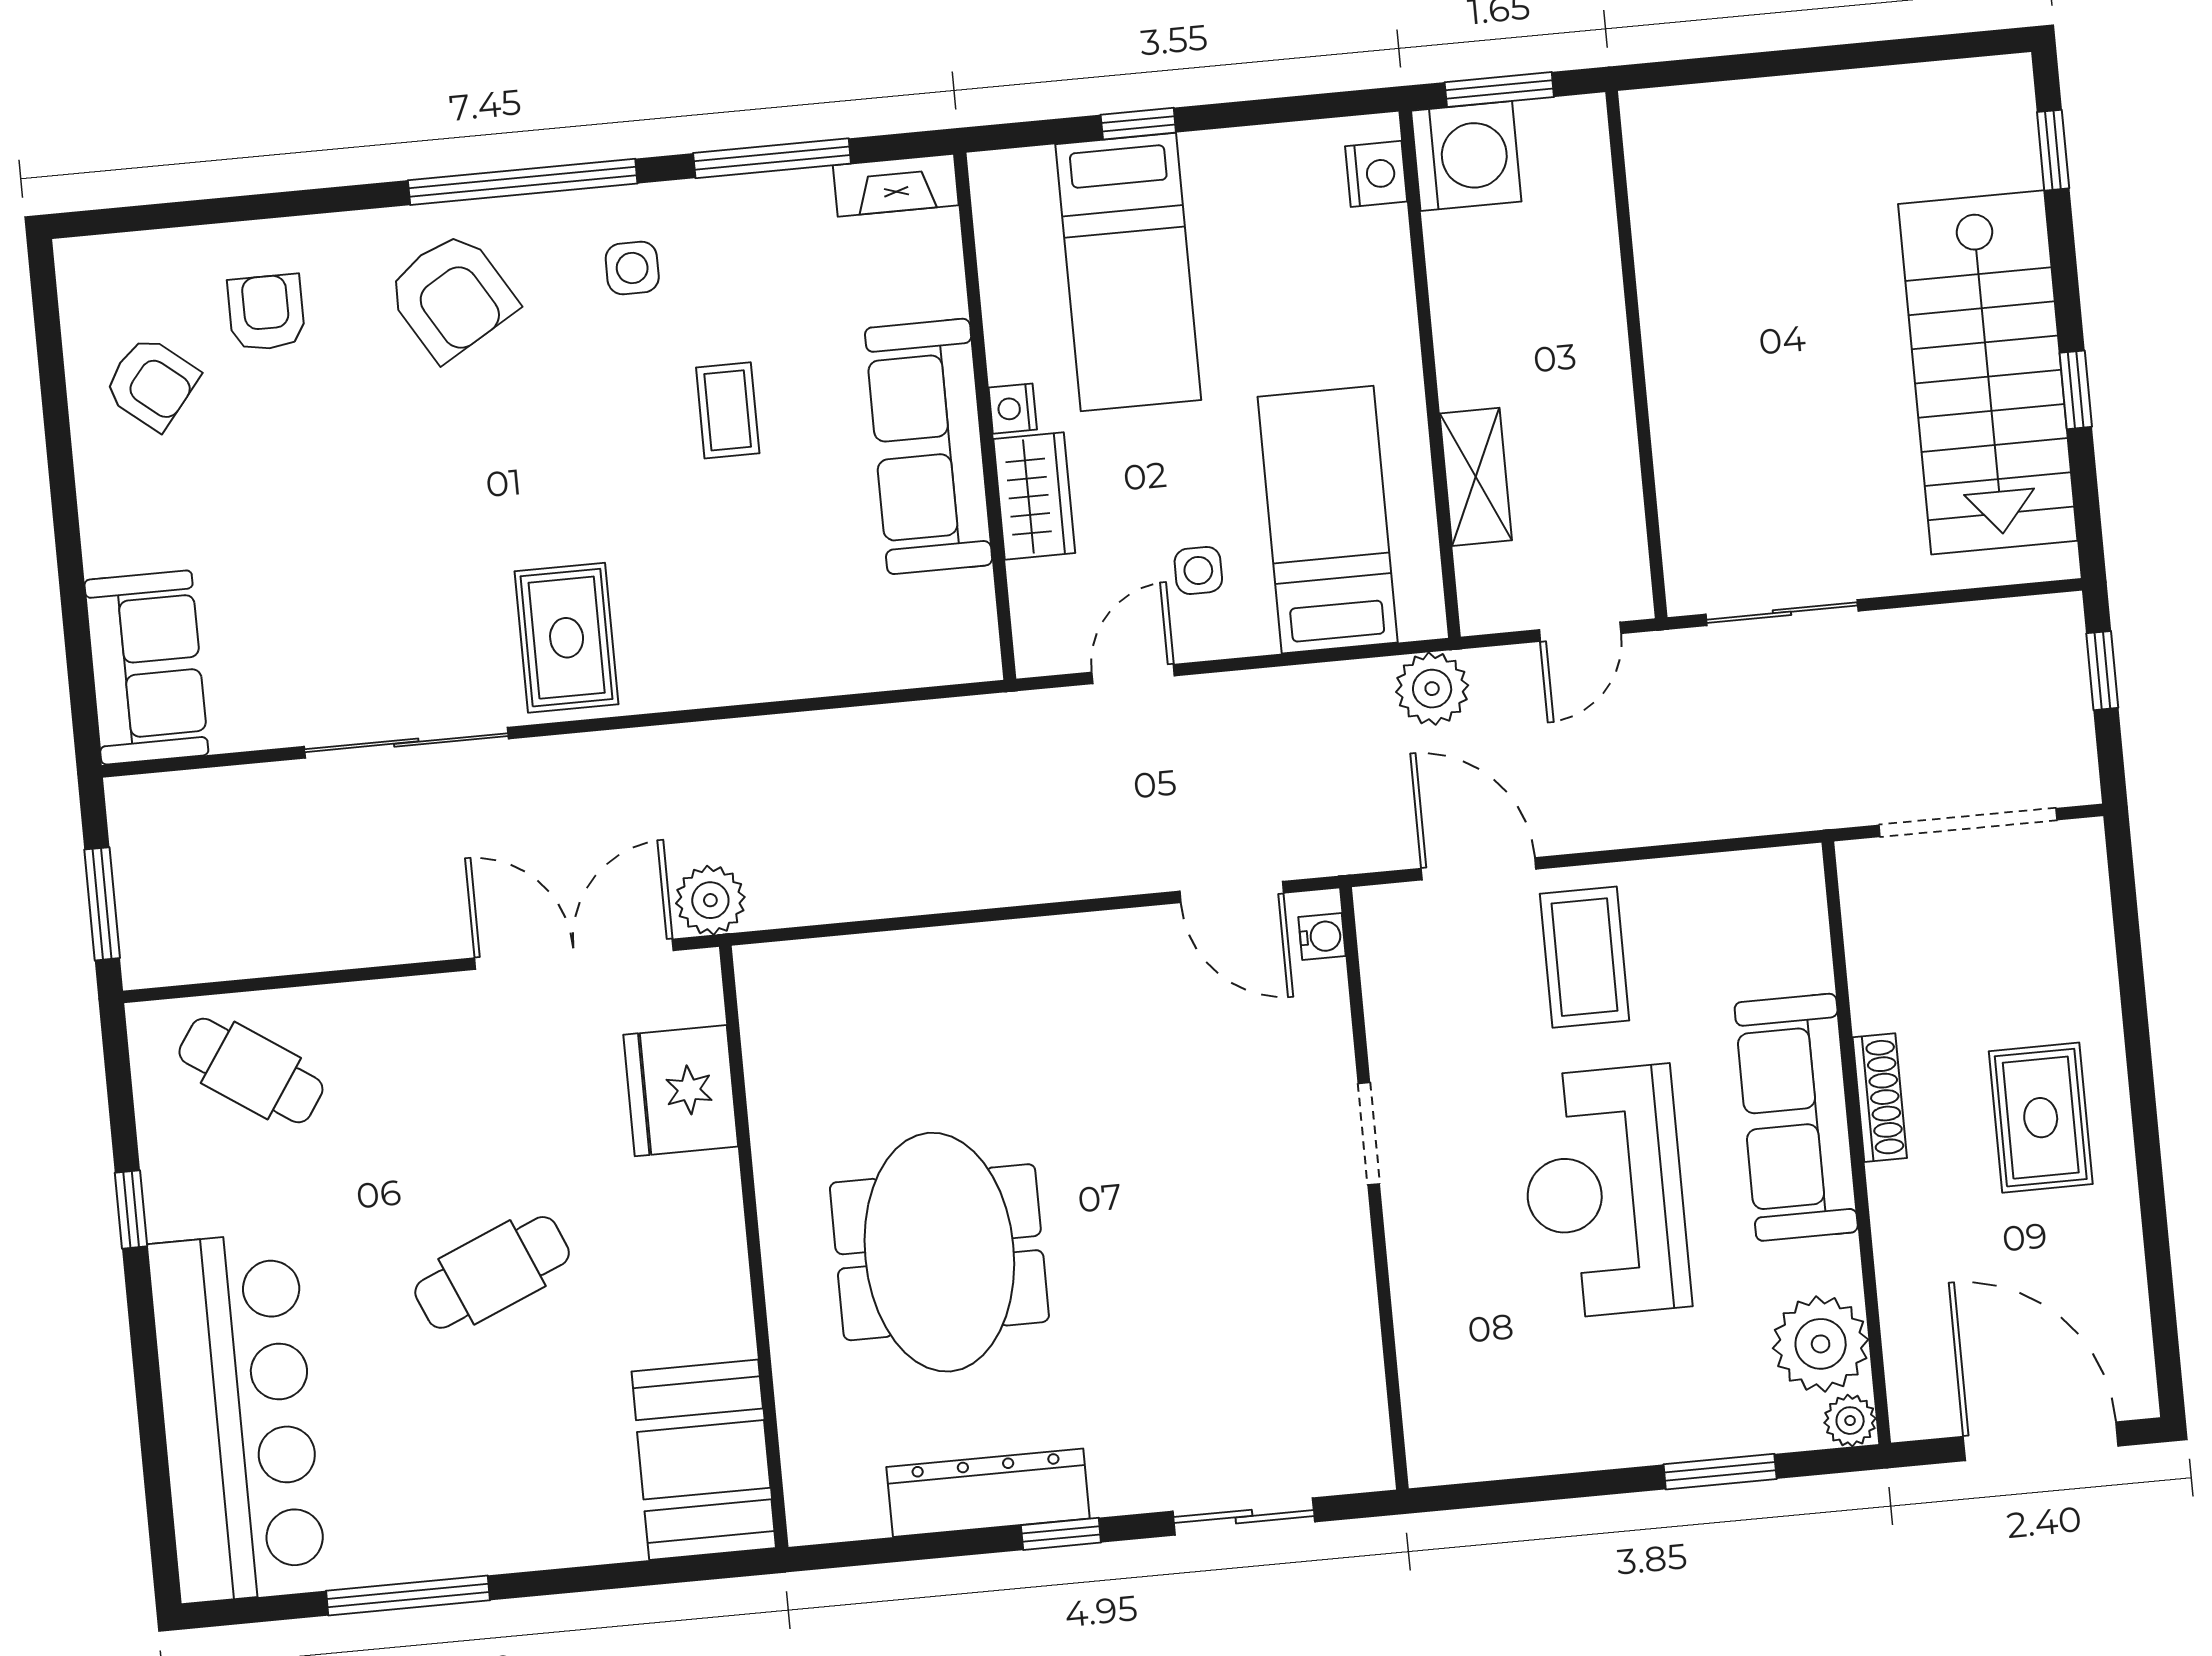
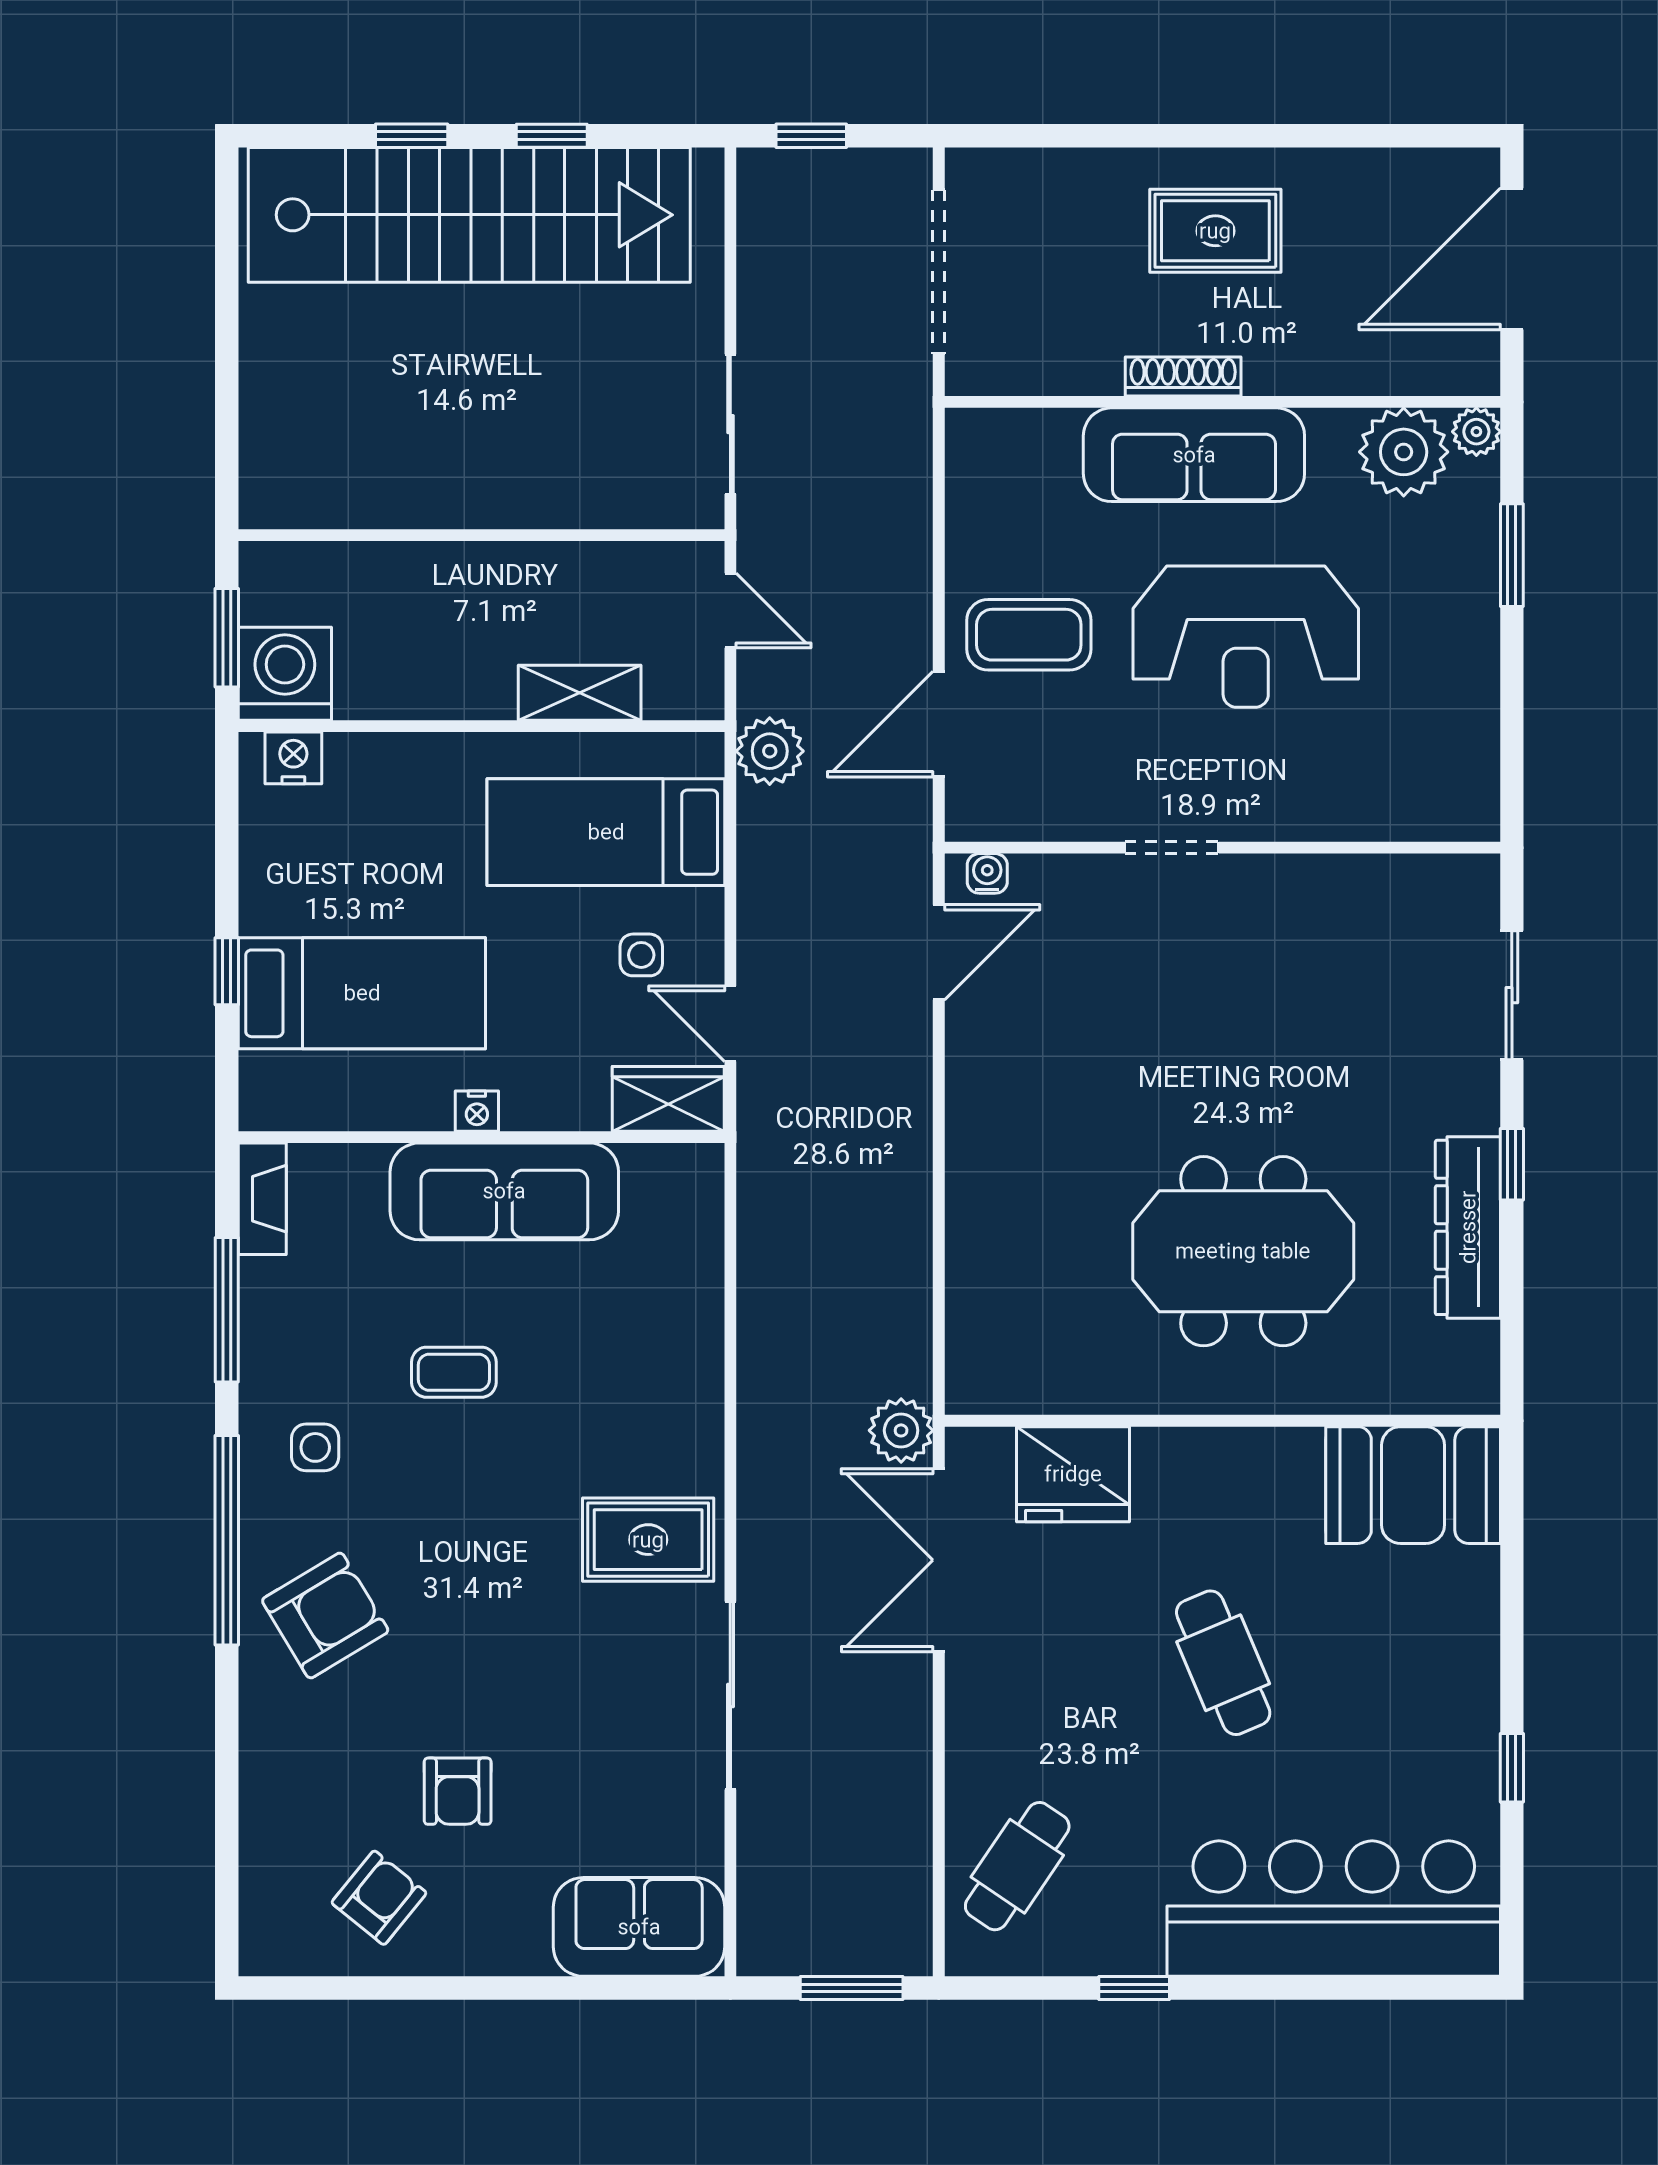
window: (2053, 150) -> (412, 136), moved
armchair: (266, 313) -> (458, 1791), moved, turned -90
stairs: (1988, 372) -> (469, 215), width x1.36
wardrobe: (1034, 496) -> (668, 1099), moved
window: (408, 1596) -> (1512, 1768), width x0.46

